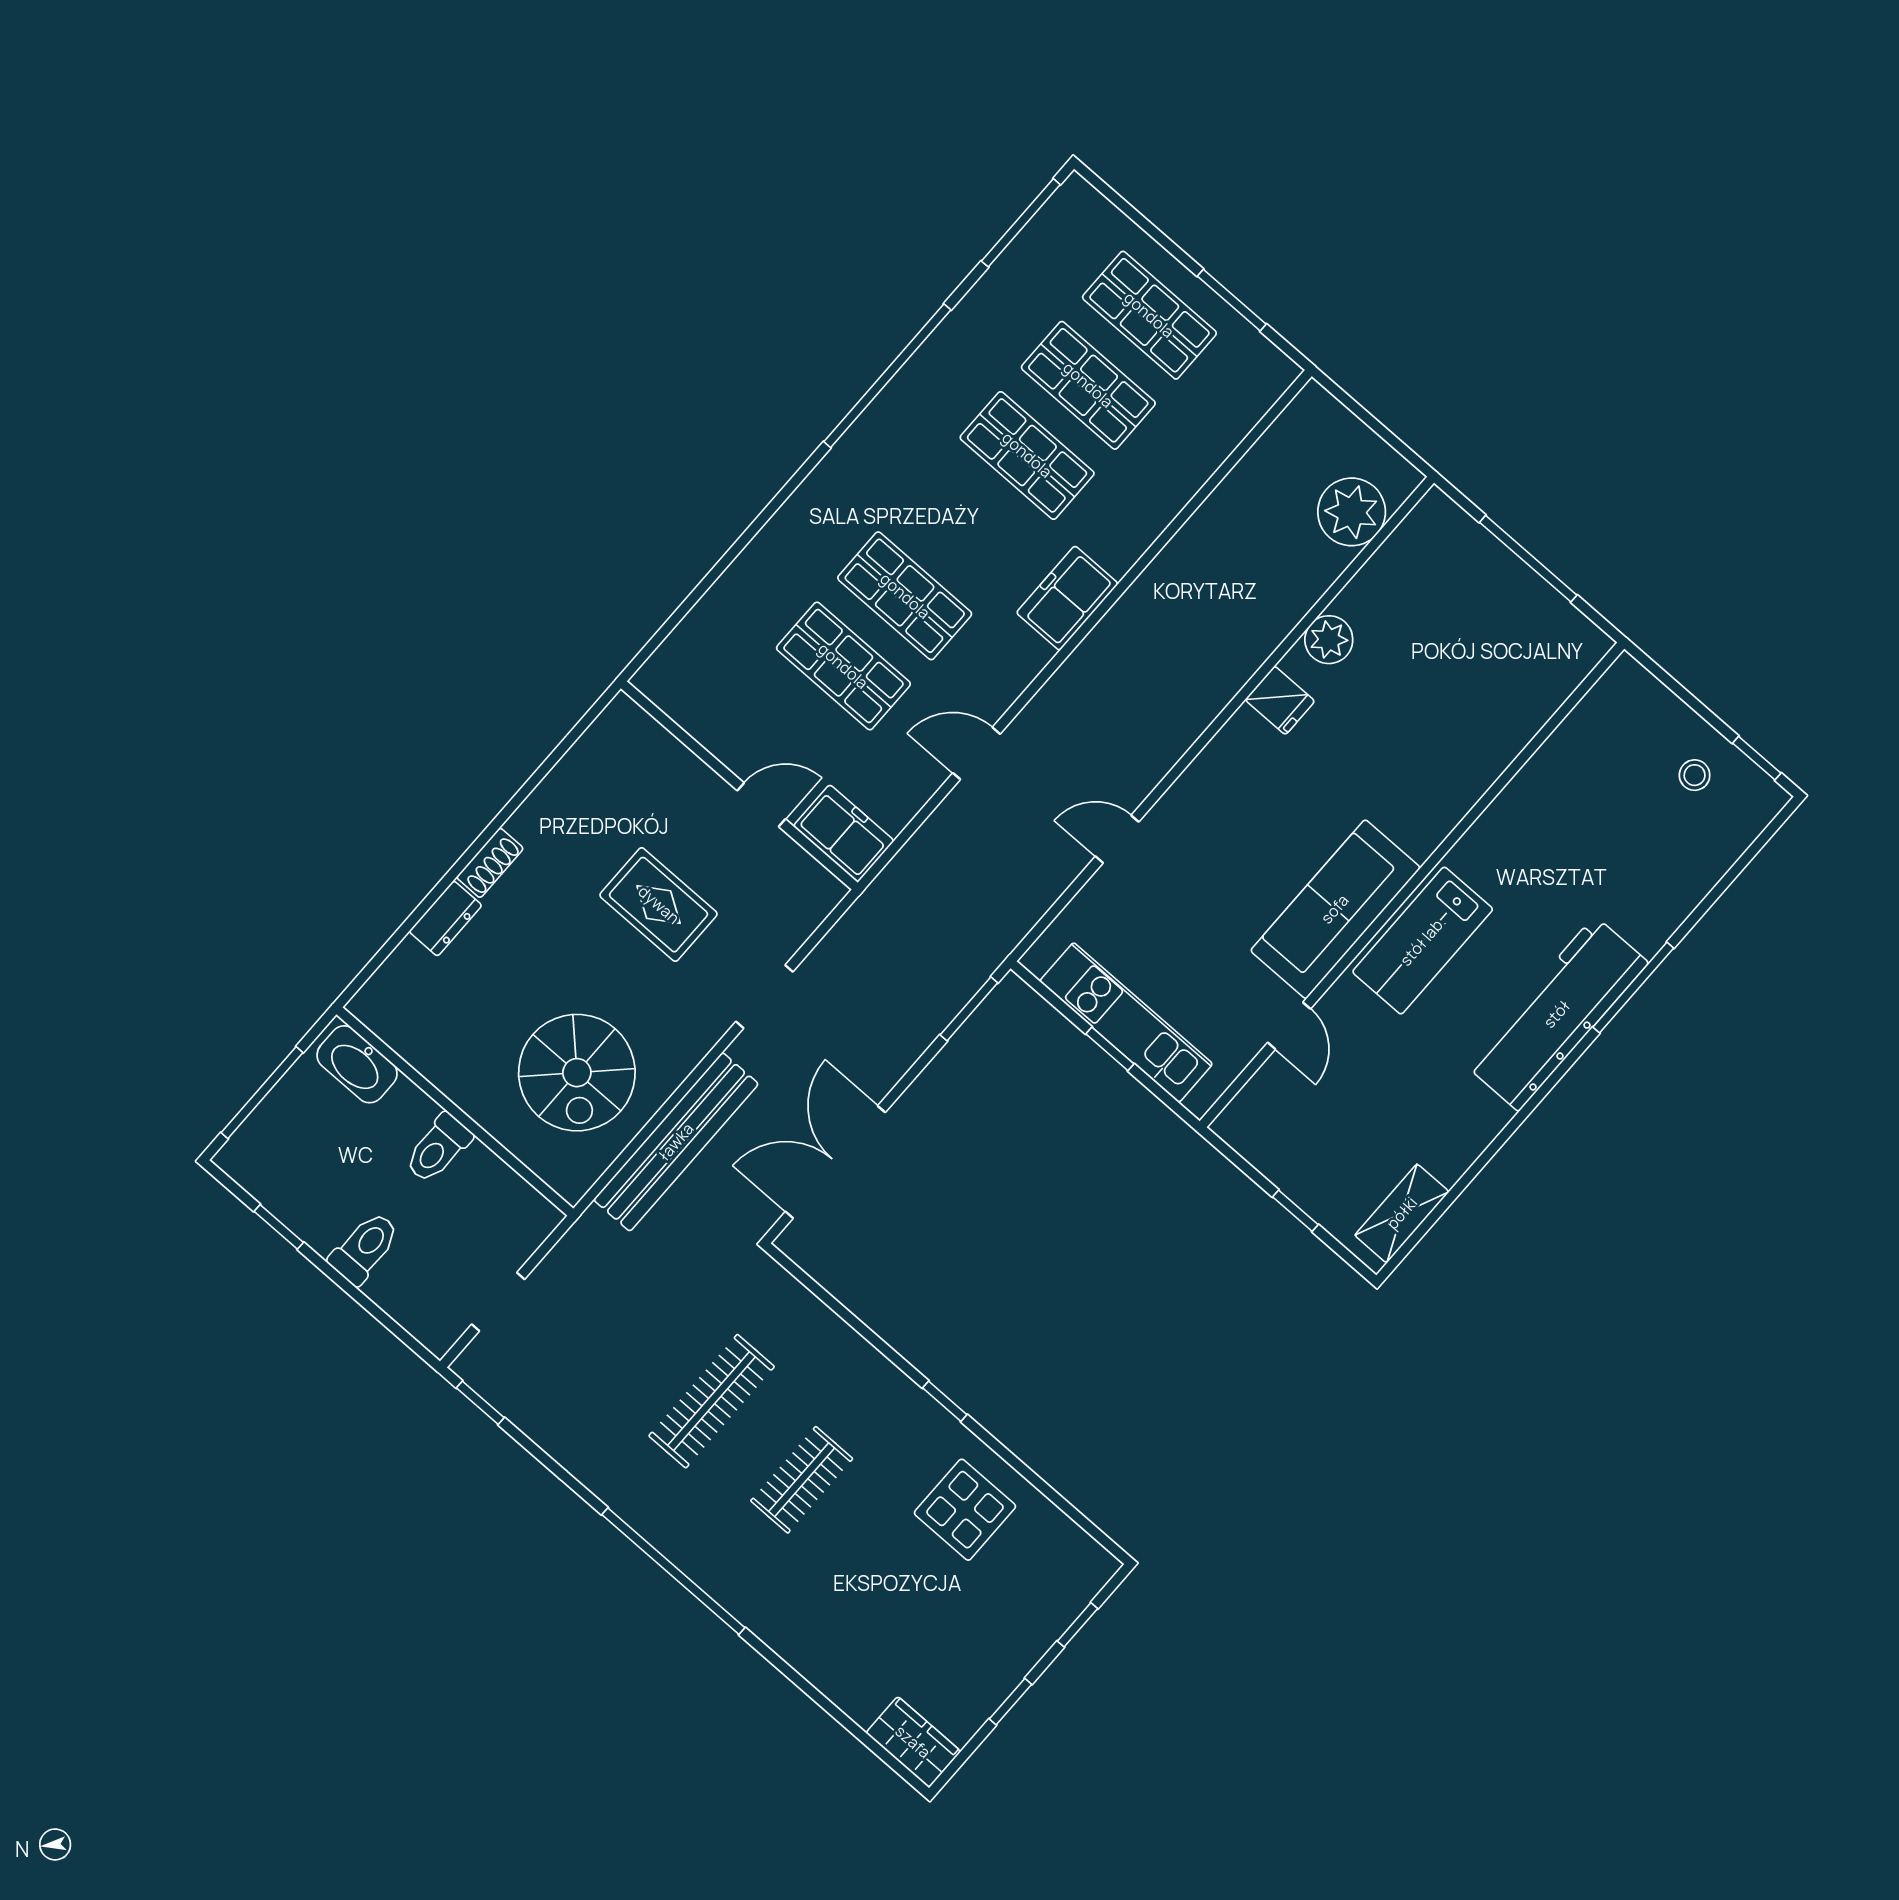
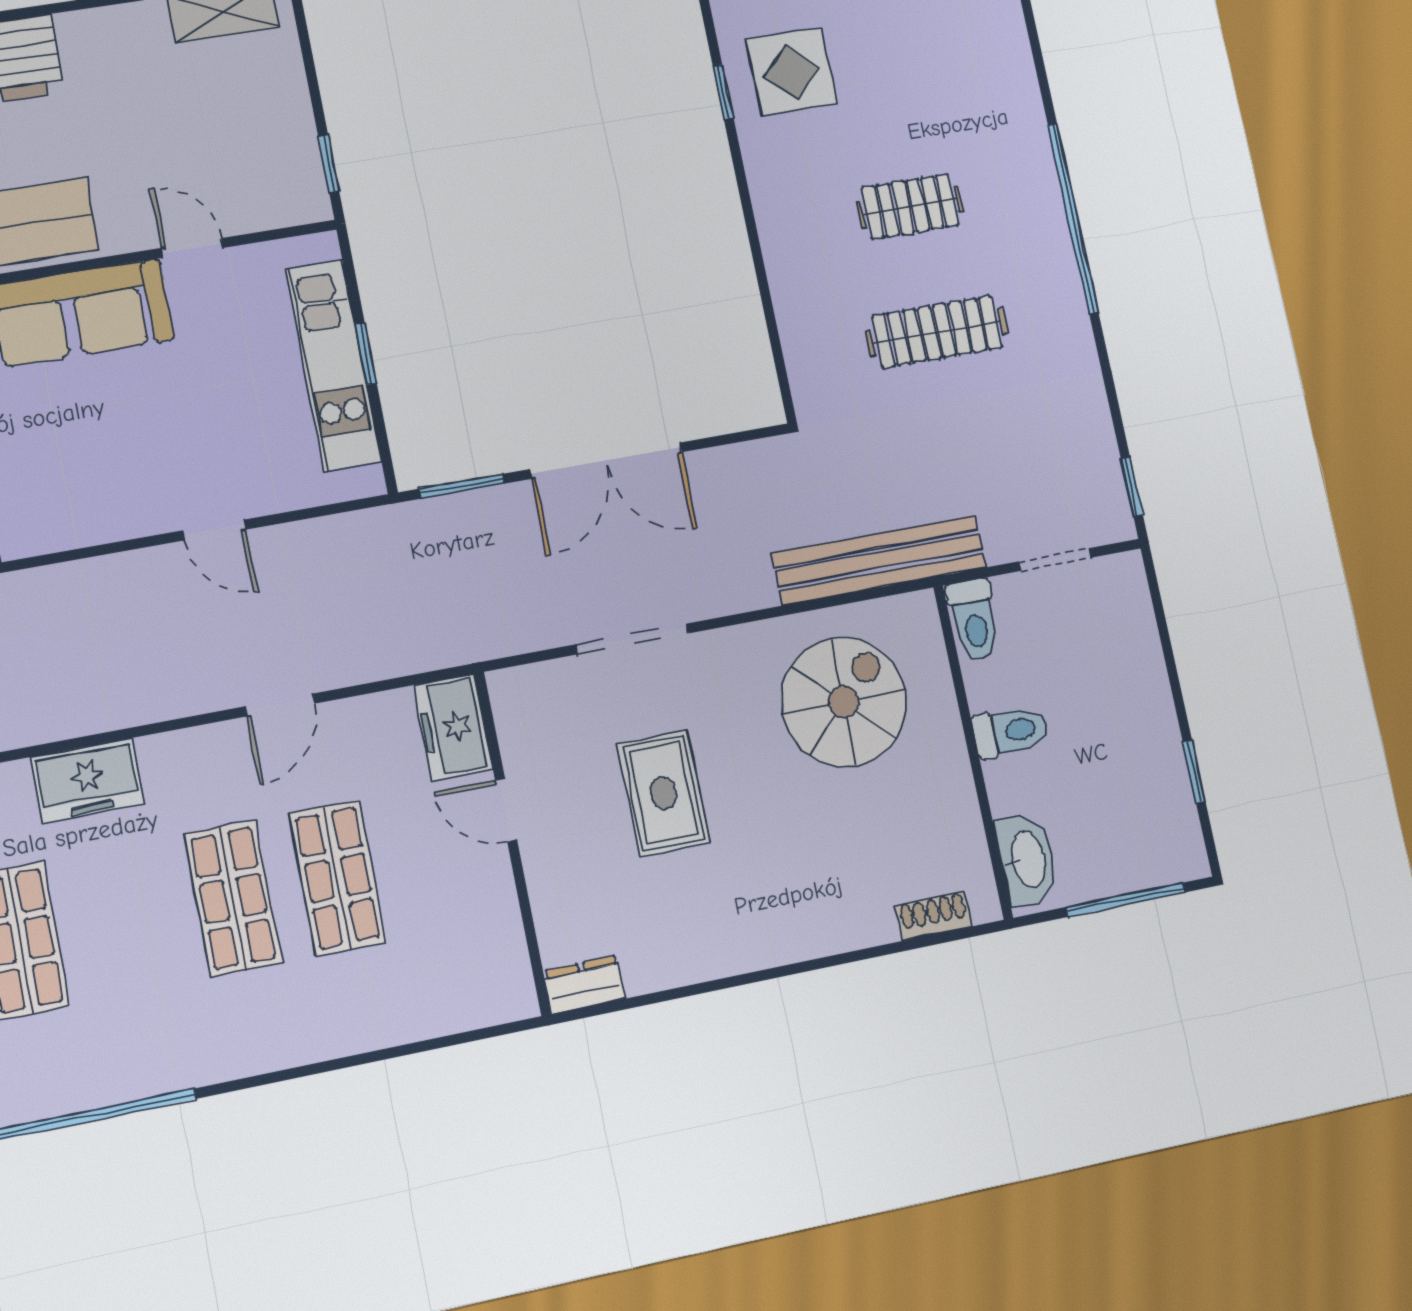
door: (976, 753) -> (280, 705), hinge flipped
shoe rack: (490, 863) -> (934, 916), moved
dresser: (445, 918) -> (584, 985), moved
doorway: (764, 997) -> (632, 639), width x1.38
door: (1289, 1026) -> (192, 248), hinge flipped
bench: (676, 1142) -> (879, 560), moved
double door: (835, 1162) -> (606, 461), moved
window: (1295, 1211) -> (329, 164), moved
toilet: (365, 1248) -> (974, 620), moved, turned -90
window: (945, 1401) -> (723, 92), moved

